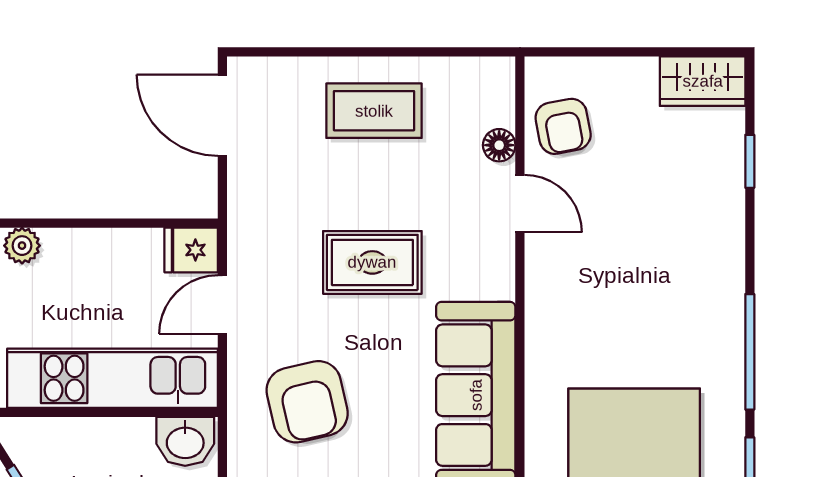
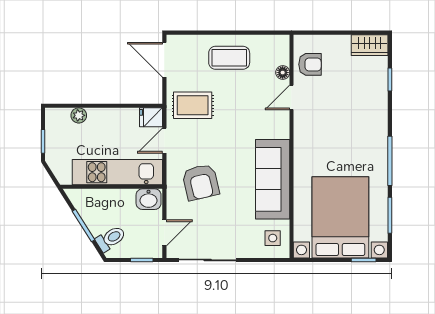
armchair: (563, 126) -> (310, 64), turned -79
door: (520, 204) -> (292, 97), swing flipped
rug: (372, 262) -> (193, 105), moved

